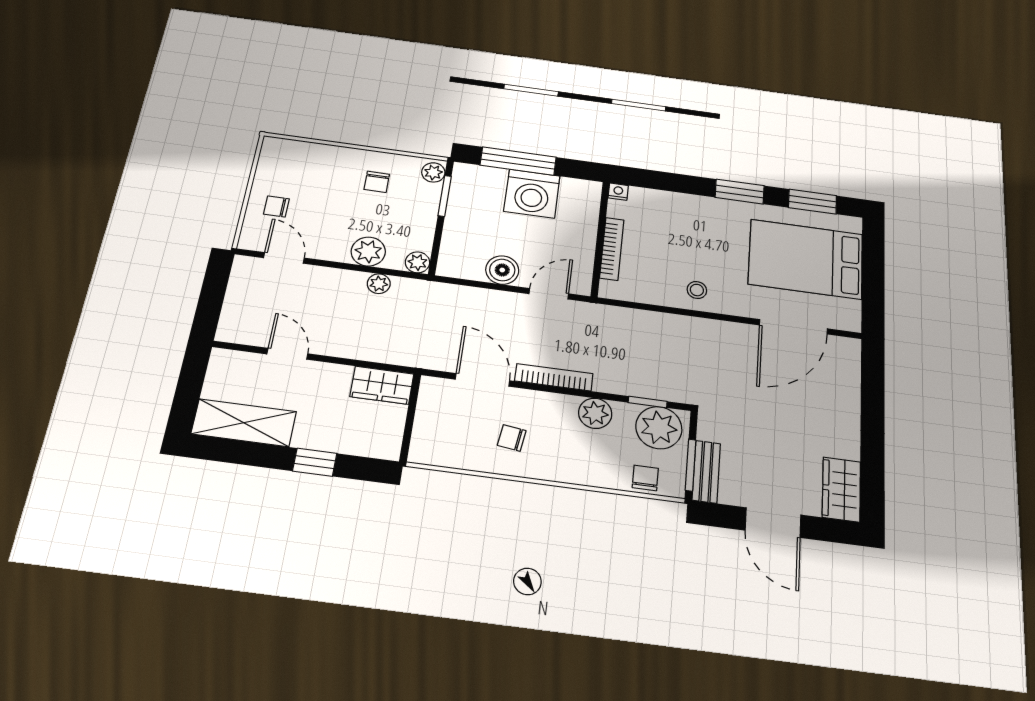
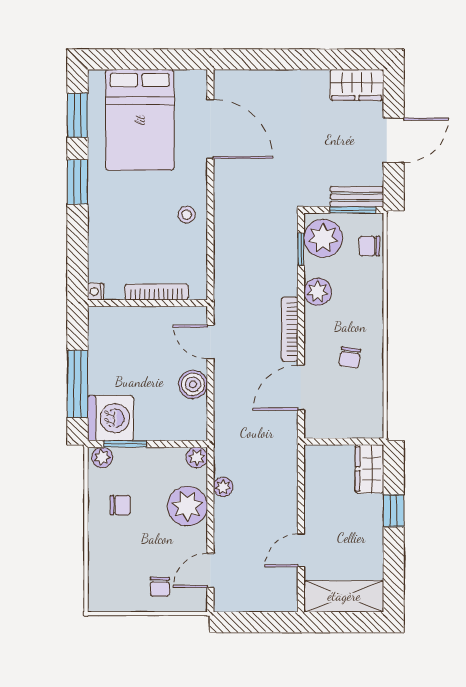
washing machine: (532, 194) -> (110, 418), moved
plant: (368, 252) -> (187, 506), width x1.36, depth x1.36
wardrobe: (382, 385) -> (369, 469), moved, turned 180
shelving: (244, 423) -> (344, 596), moved, turned 90

